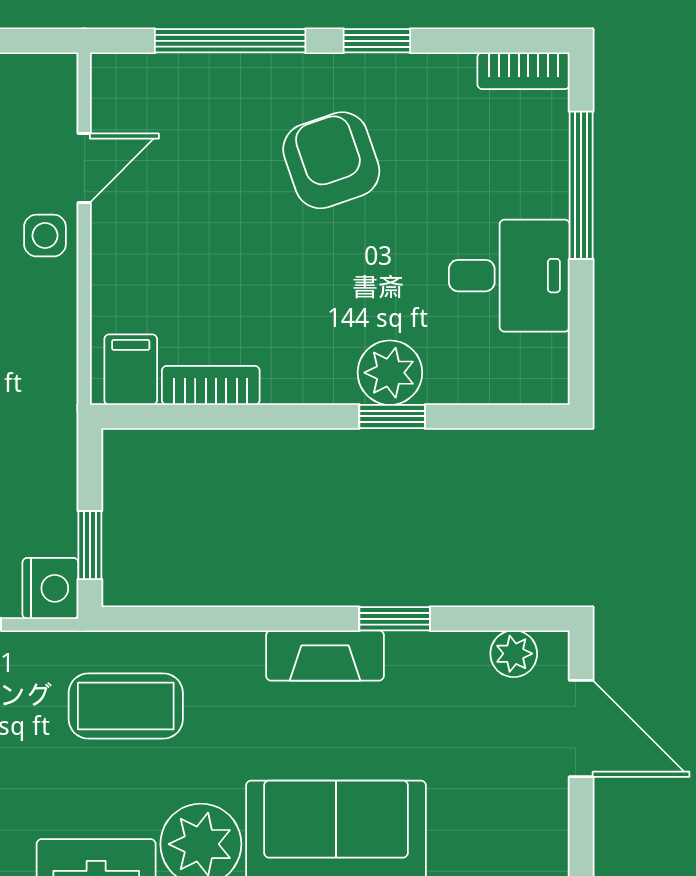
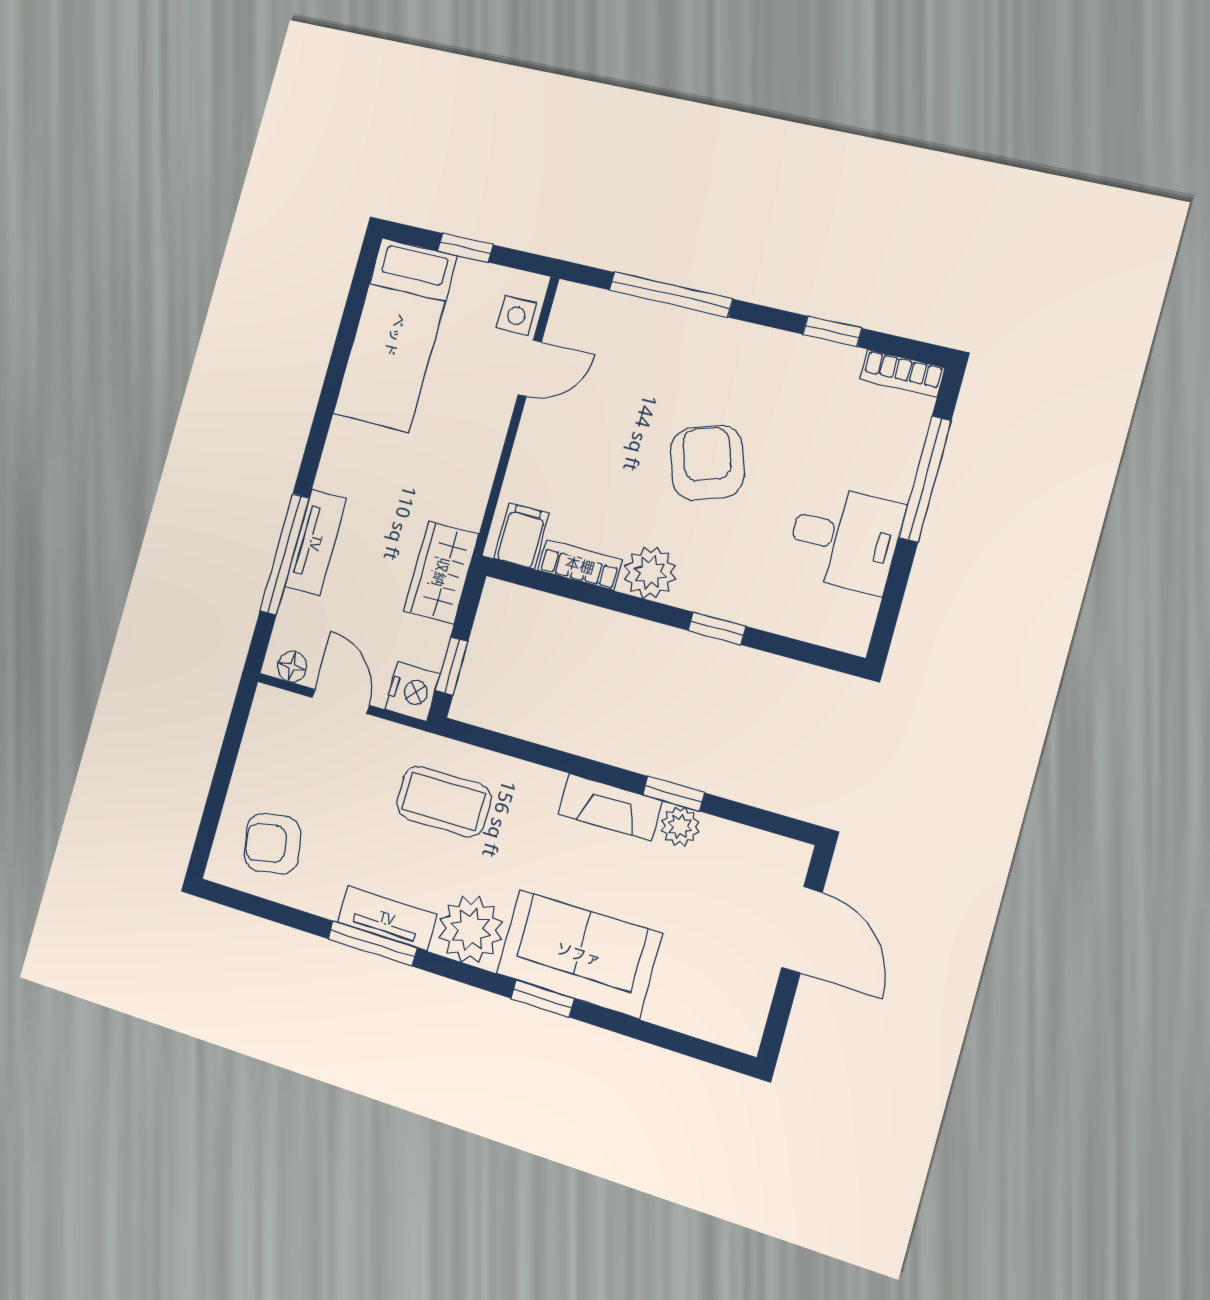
window: (377, 41) -> (832, 331), moved
armchair: (331, 160) -> (707, 463), moved
side table: (45, 236) -> (516, 316), moved
plant: (390, 373) -> (650, 573), moved
wardrobe: (45, 438) -> (441, 572), added
plant: (514, 654) -> (680, 826), moved

